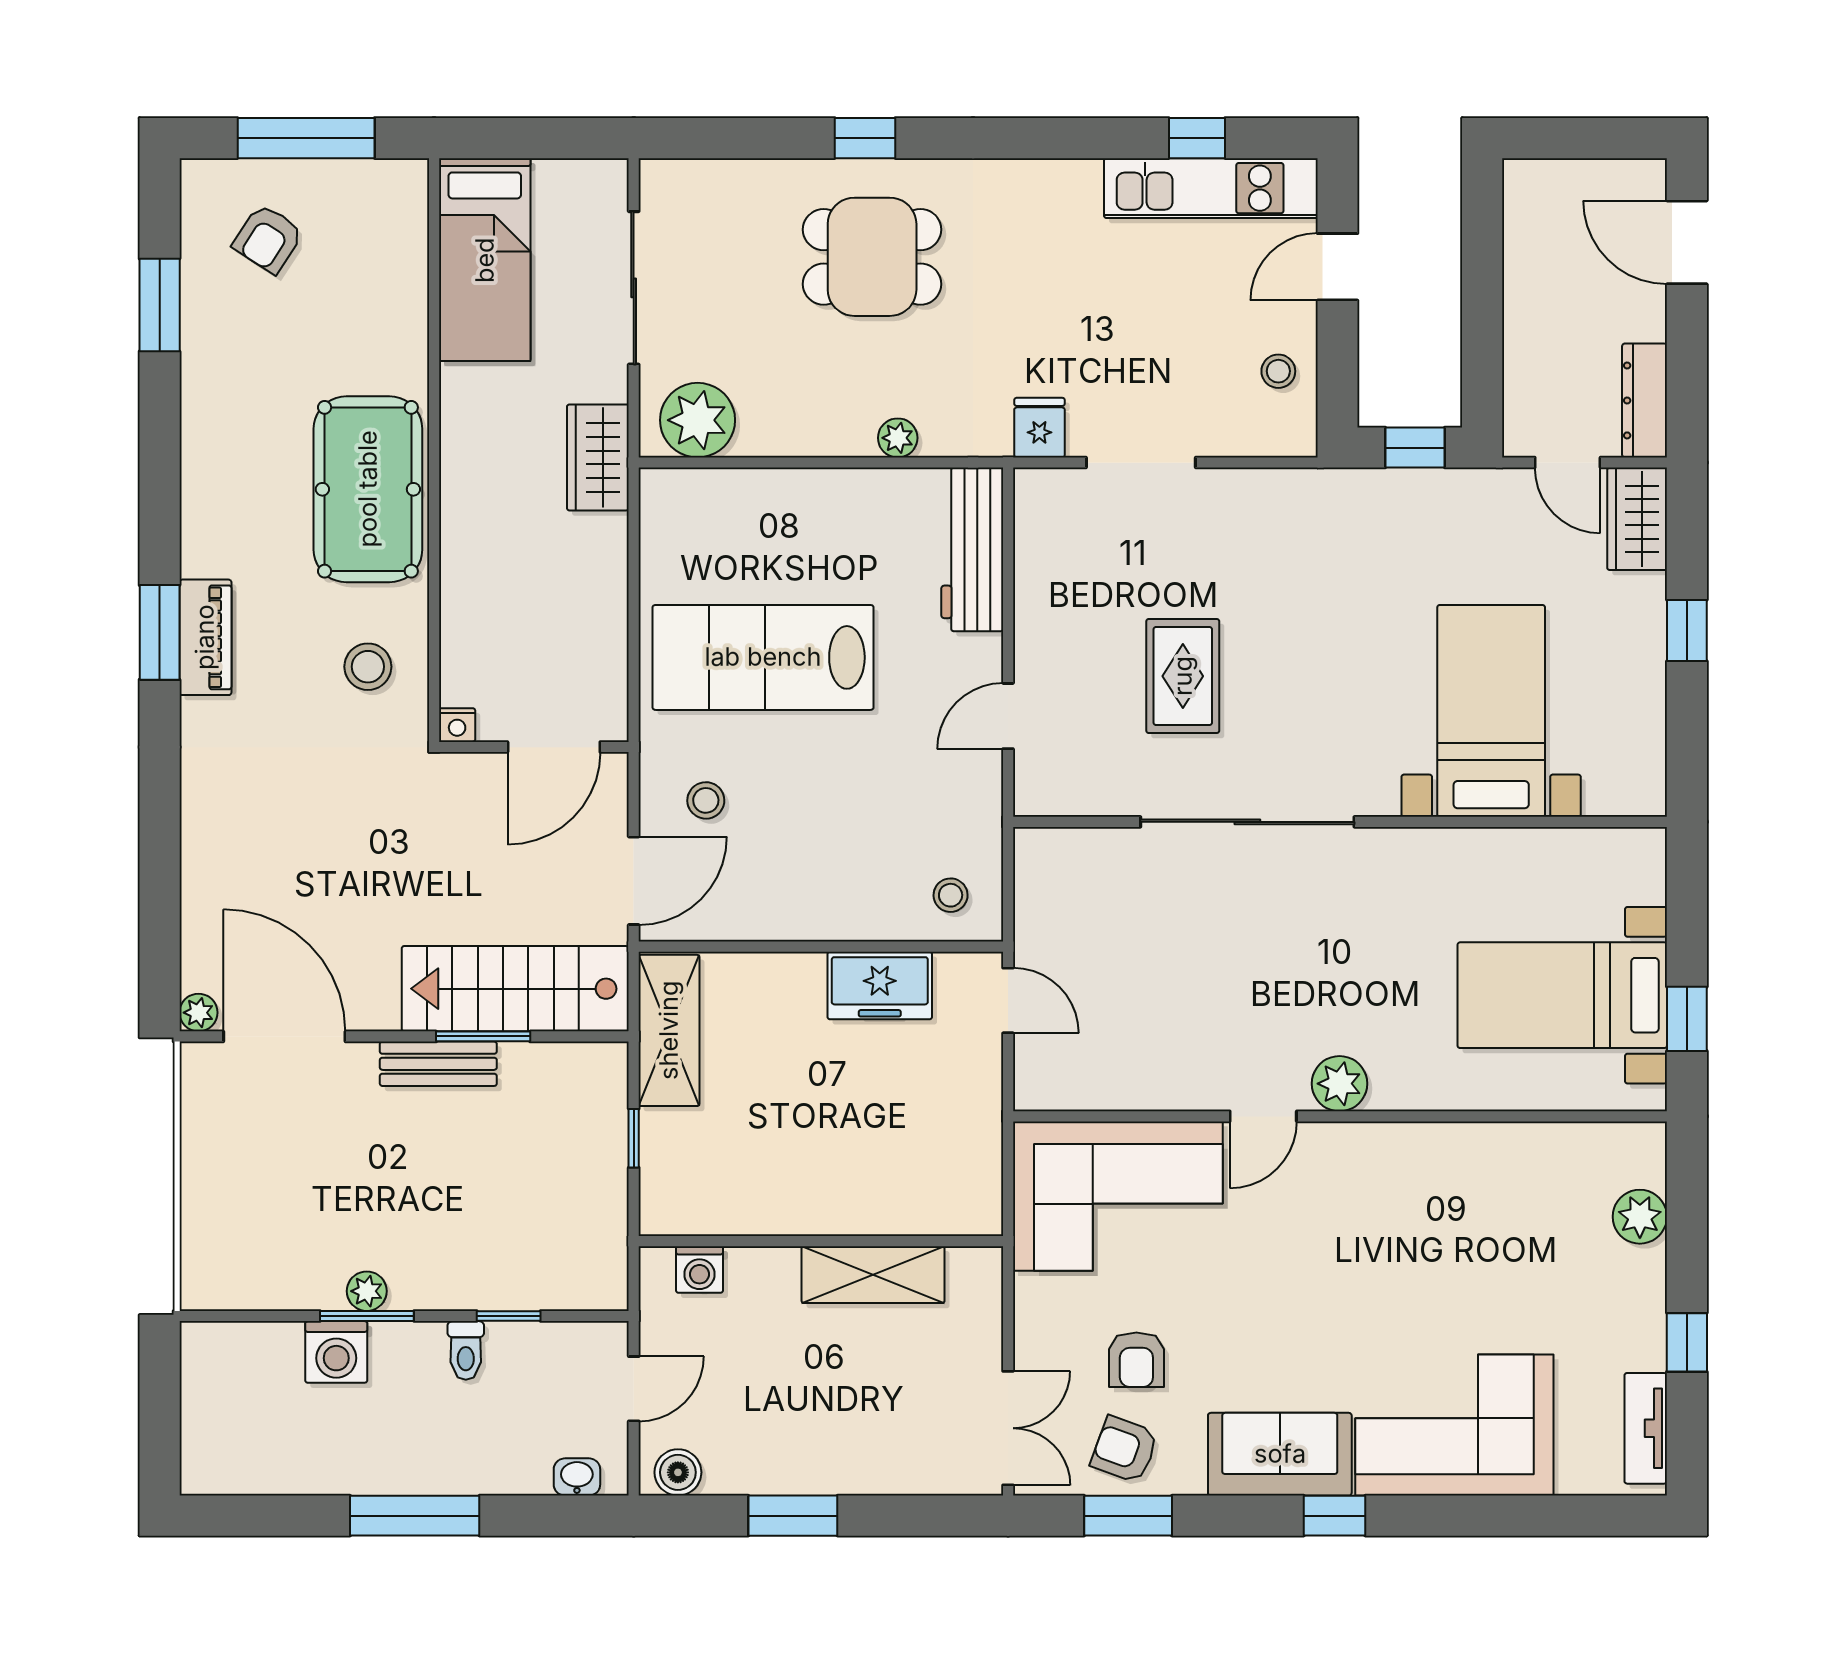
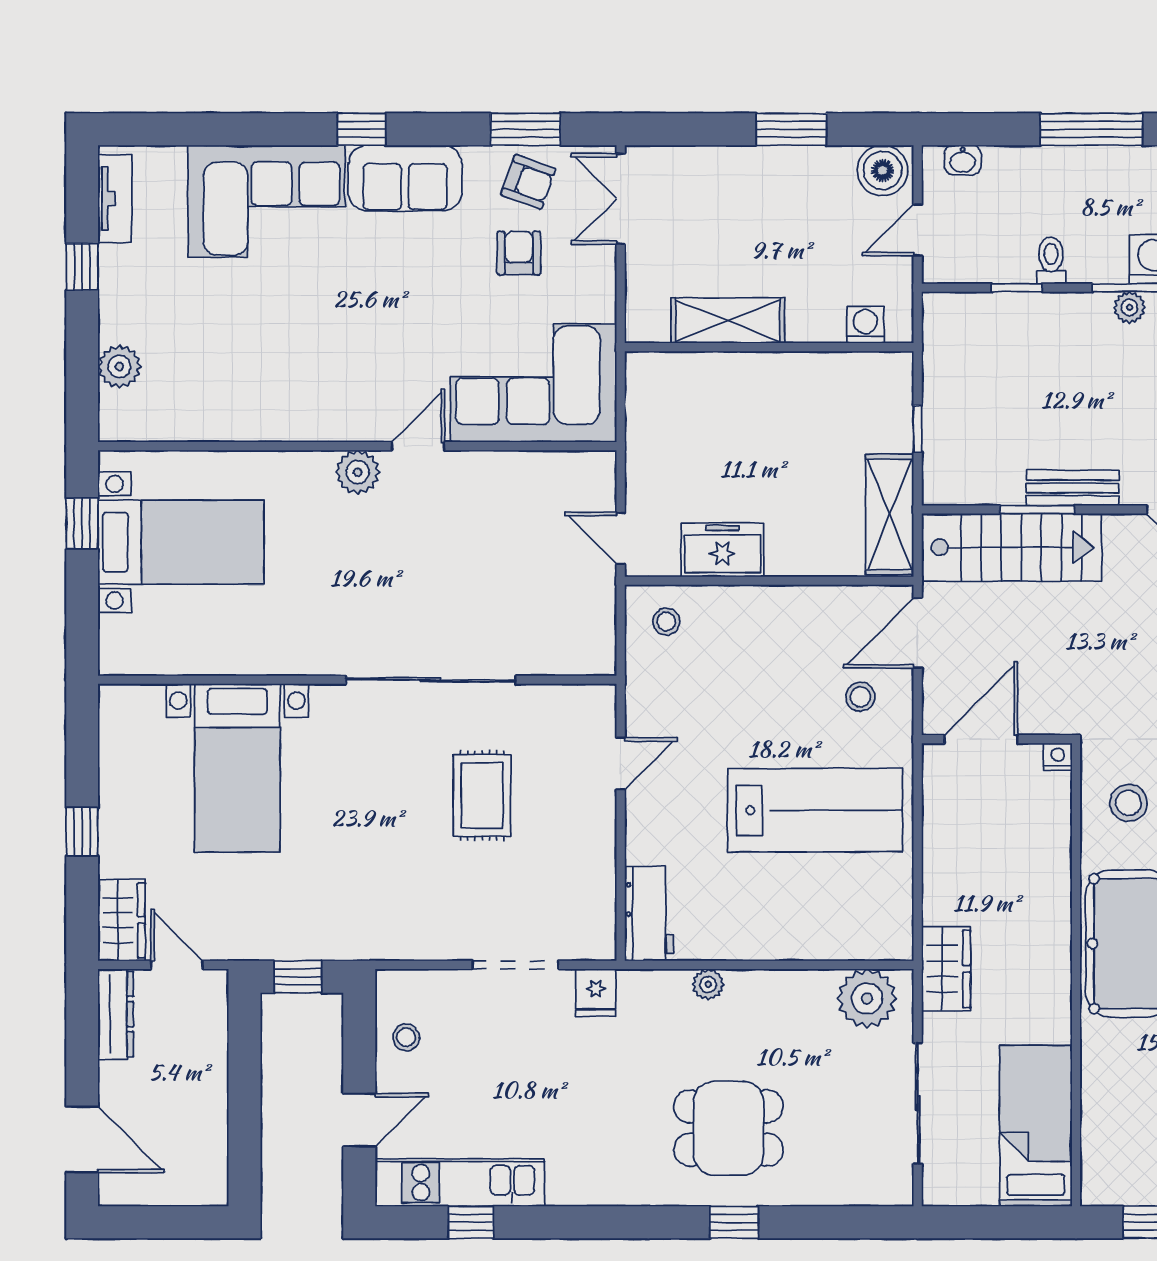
workbench: (972, 549) -> (649, 914), width x0.73
boiler: (678, 1472) -> (883, 170), width x1.36, depth x1.36

